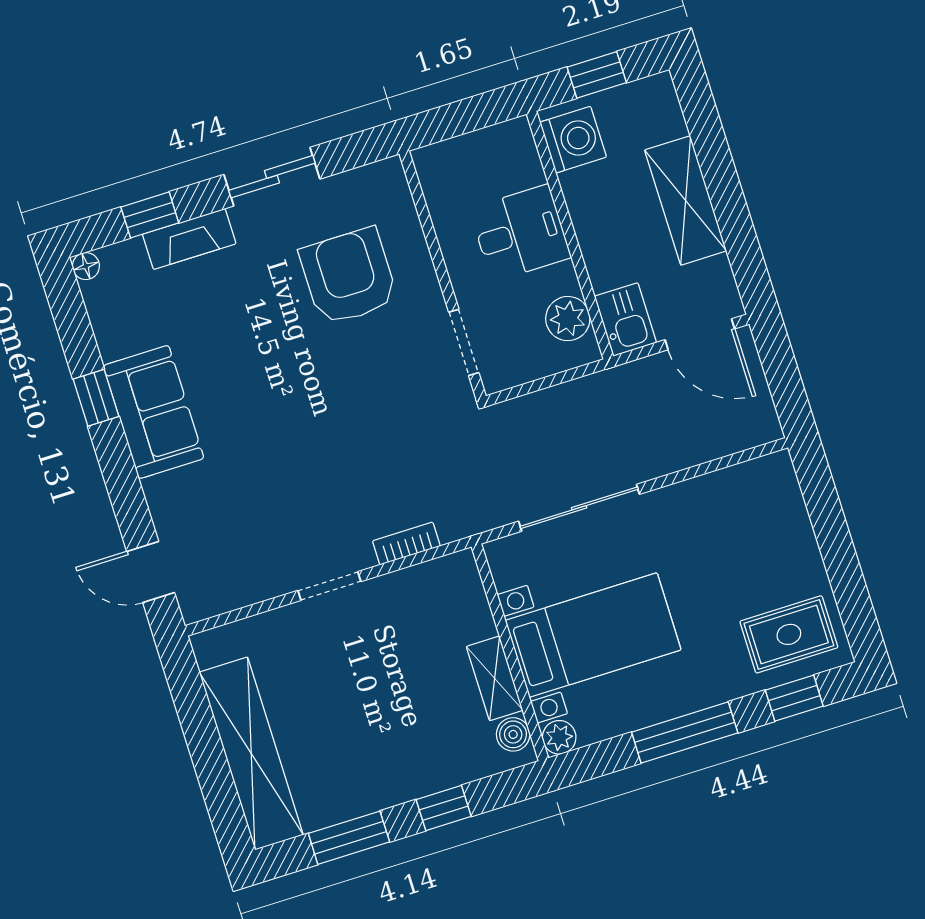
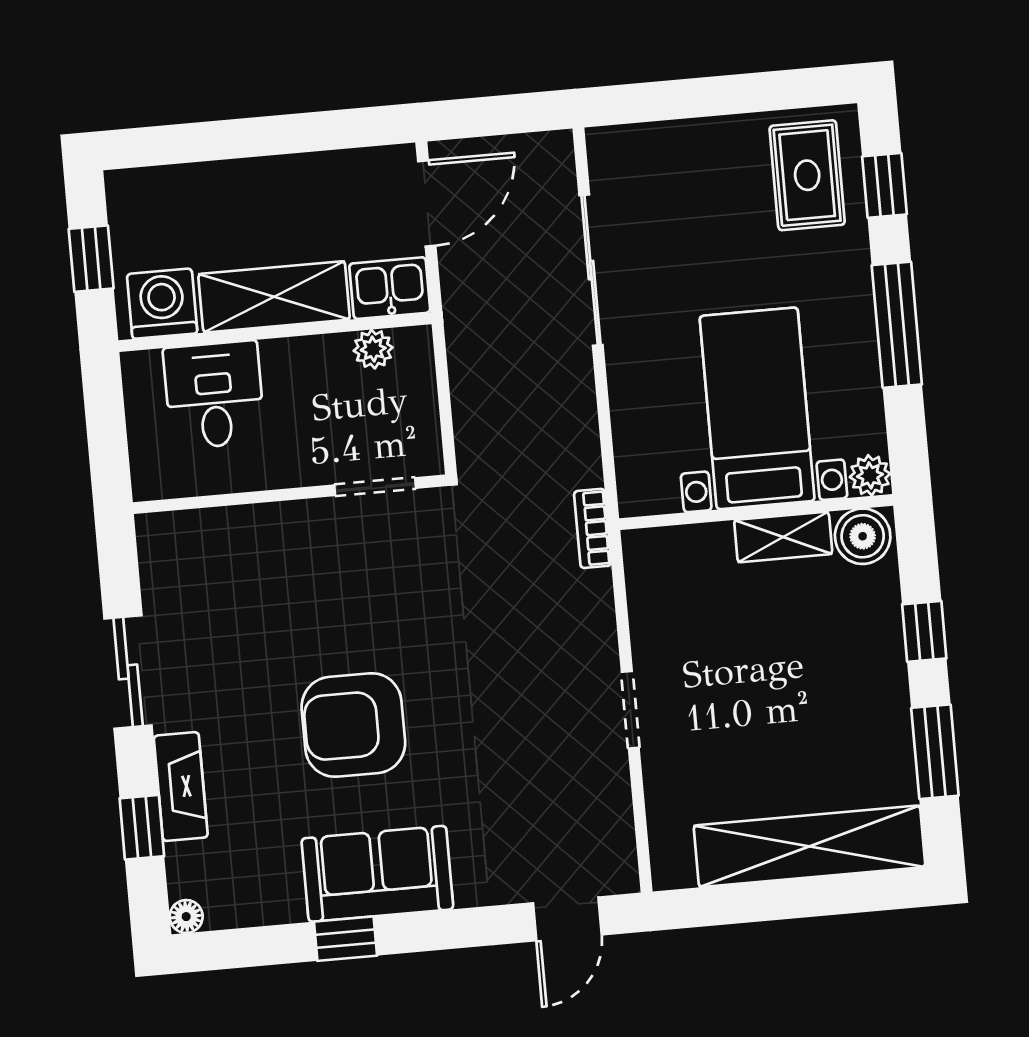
shelving: (686, 200) -> (274, 297), moved
desk: (520, 233) -> (214, 395), moved
armchair: (349, 277) -> (353, 725), moved
plant: (568, 319) -> (373, 349), width x0.73, depth x0.73
sliding door: (579, 508) -> (591, 270), moved
bookcase: (406, 544) -> (593, 528), moved
boiler: (513, 734) -> (863, 536), width x1.36, depth x1.36

